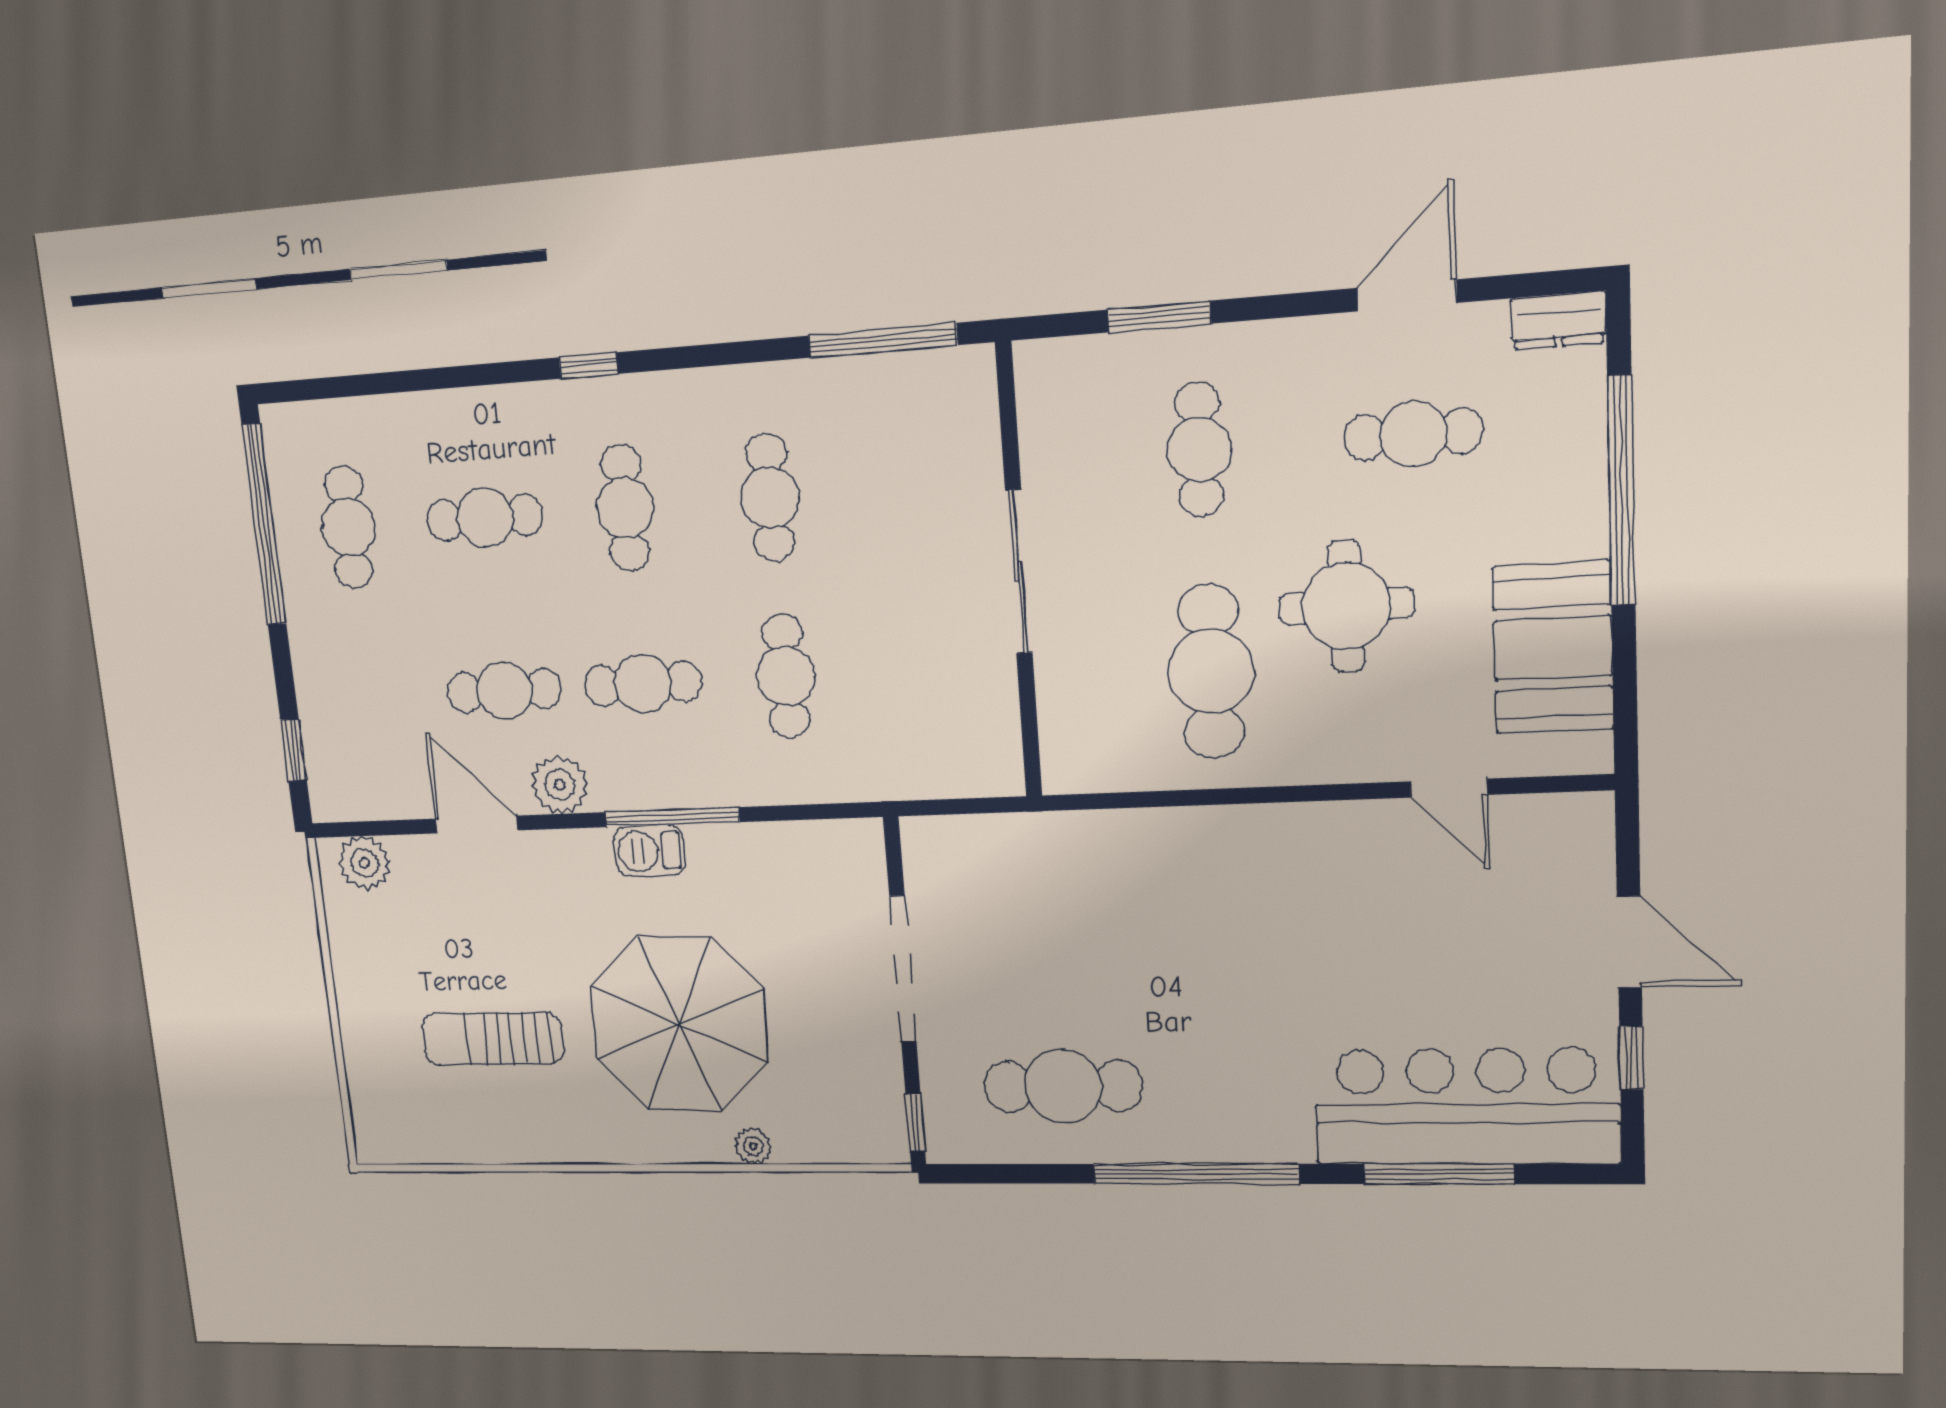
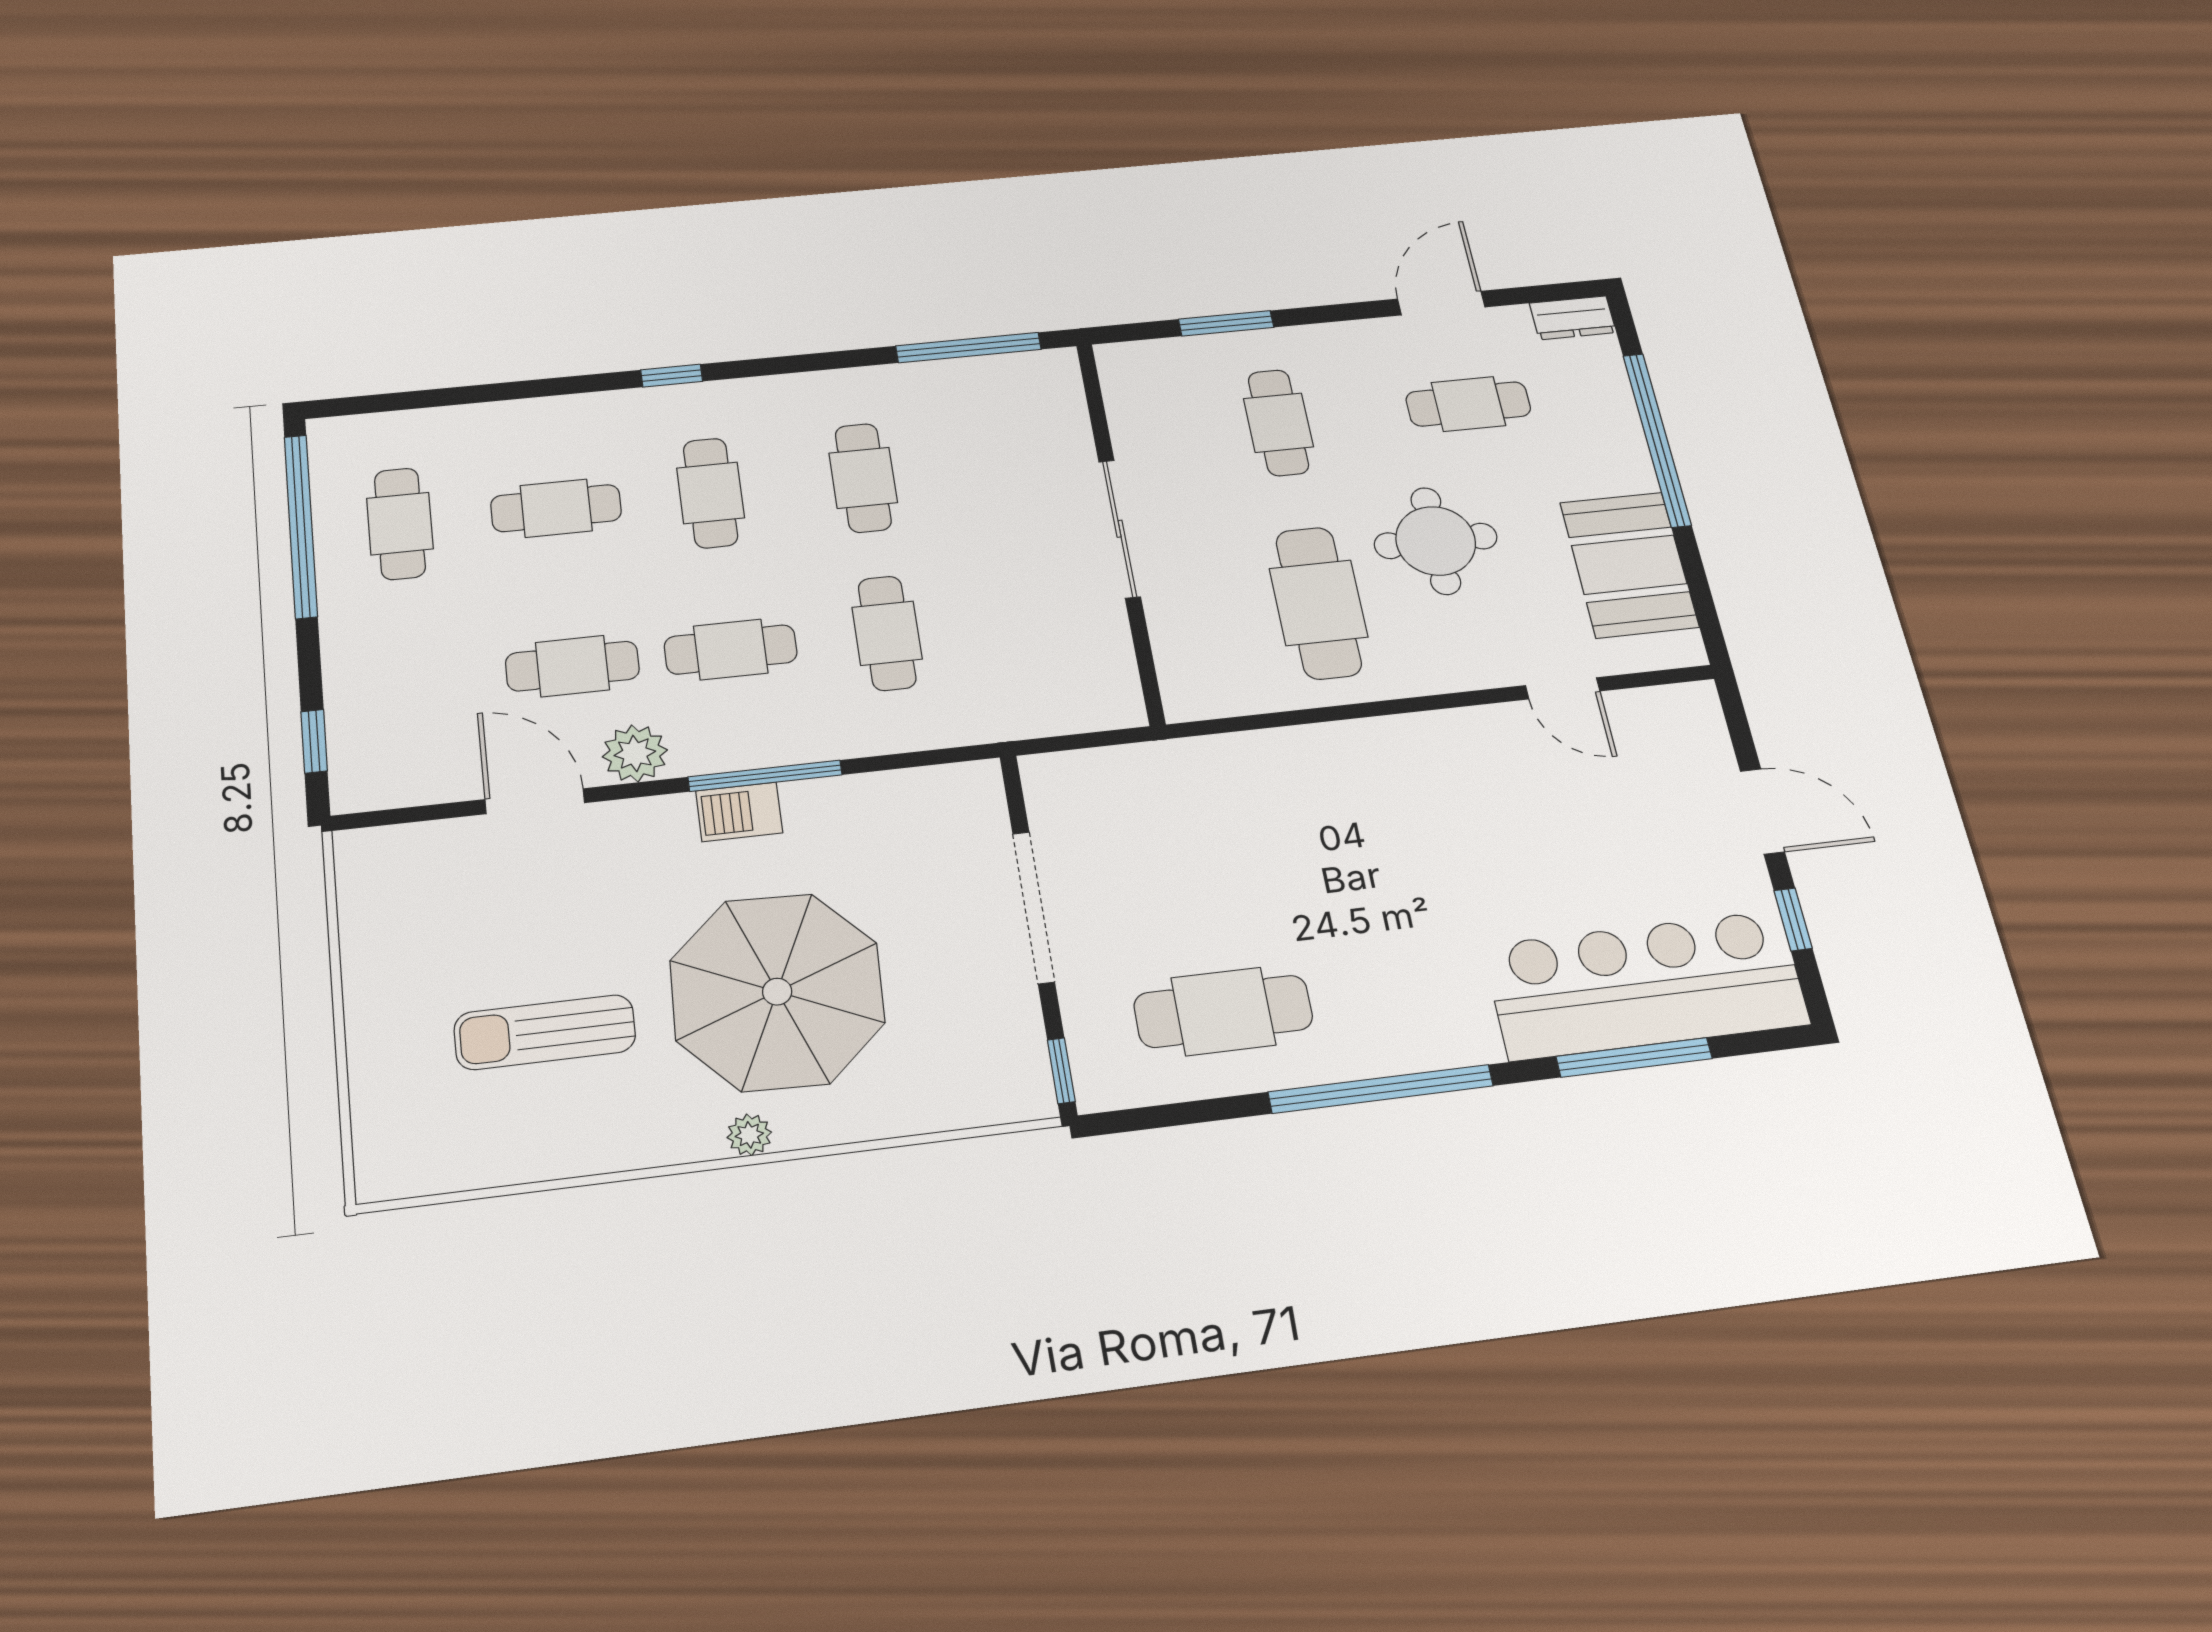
plant: (364, 863) -> (393, 853), removed
plant: (753, 1146) -> (749, 1135), moved

